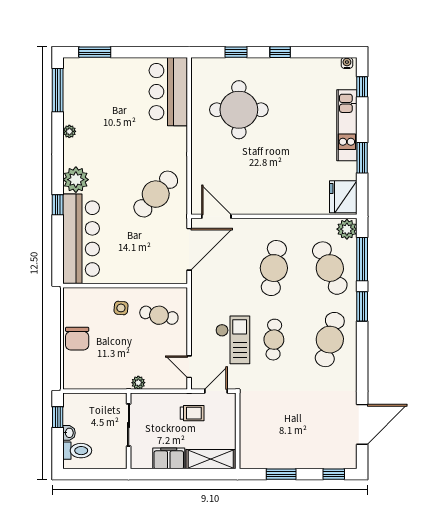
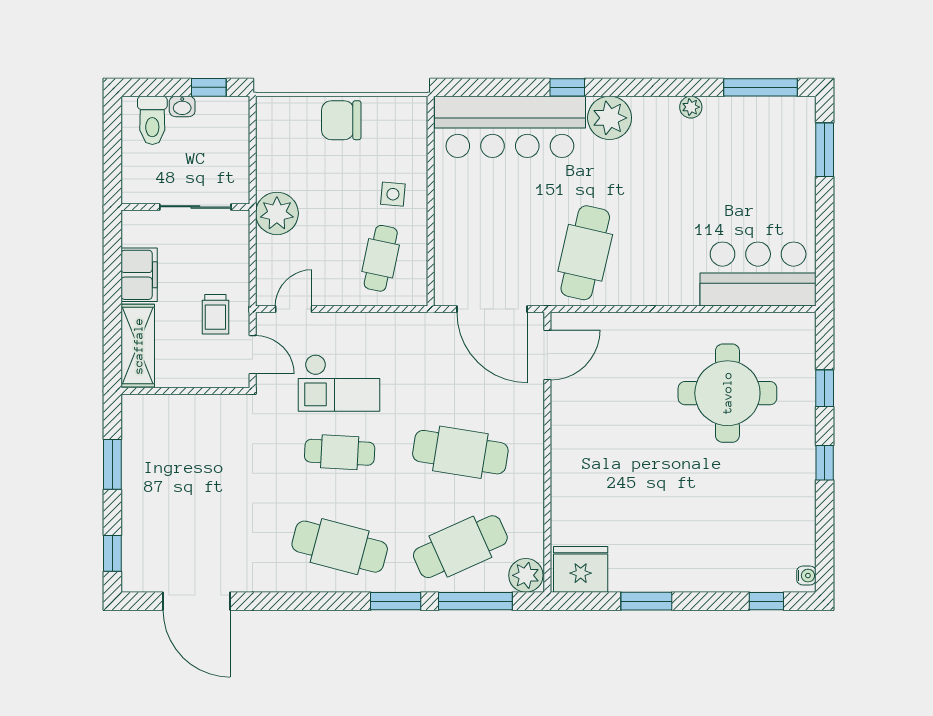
kitchen unit: (347, 125) -> (701, 575), removed
cafe table: (156, 194) -> (585, 253), turned 61
plant: (138, 383) -> (277, 213), width x1.87, depth x1.87

